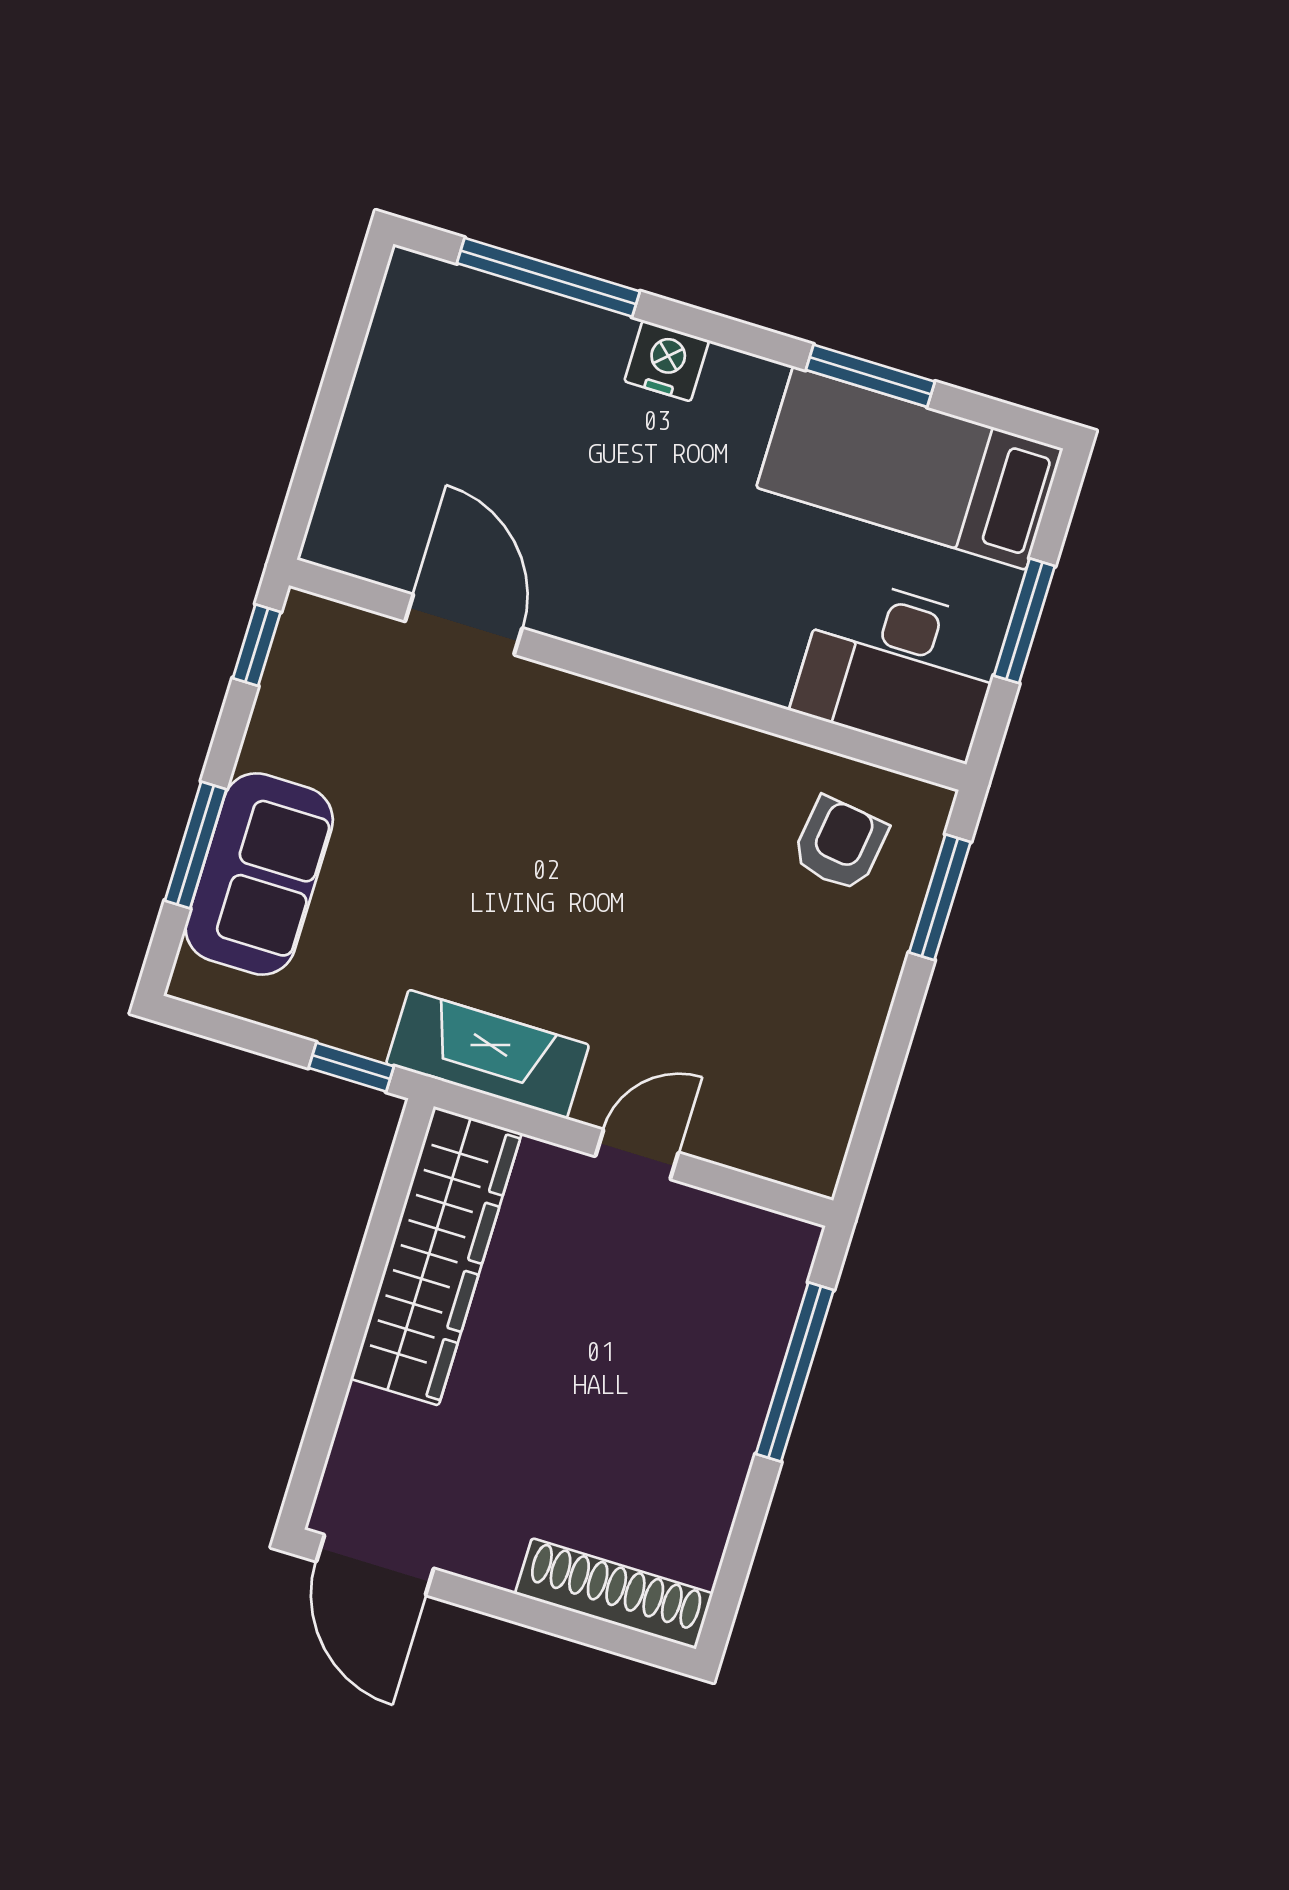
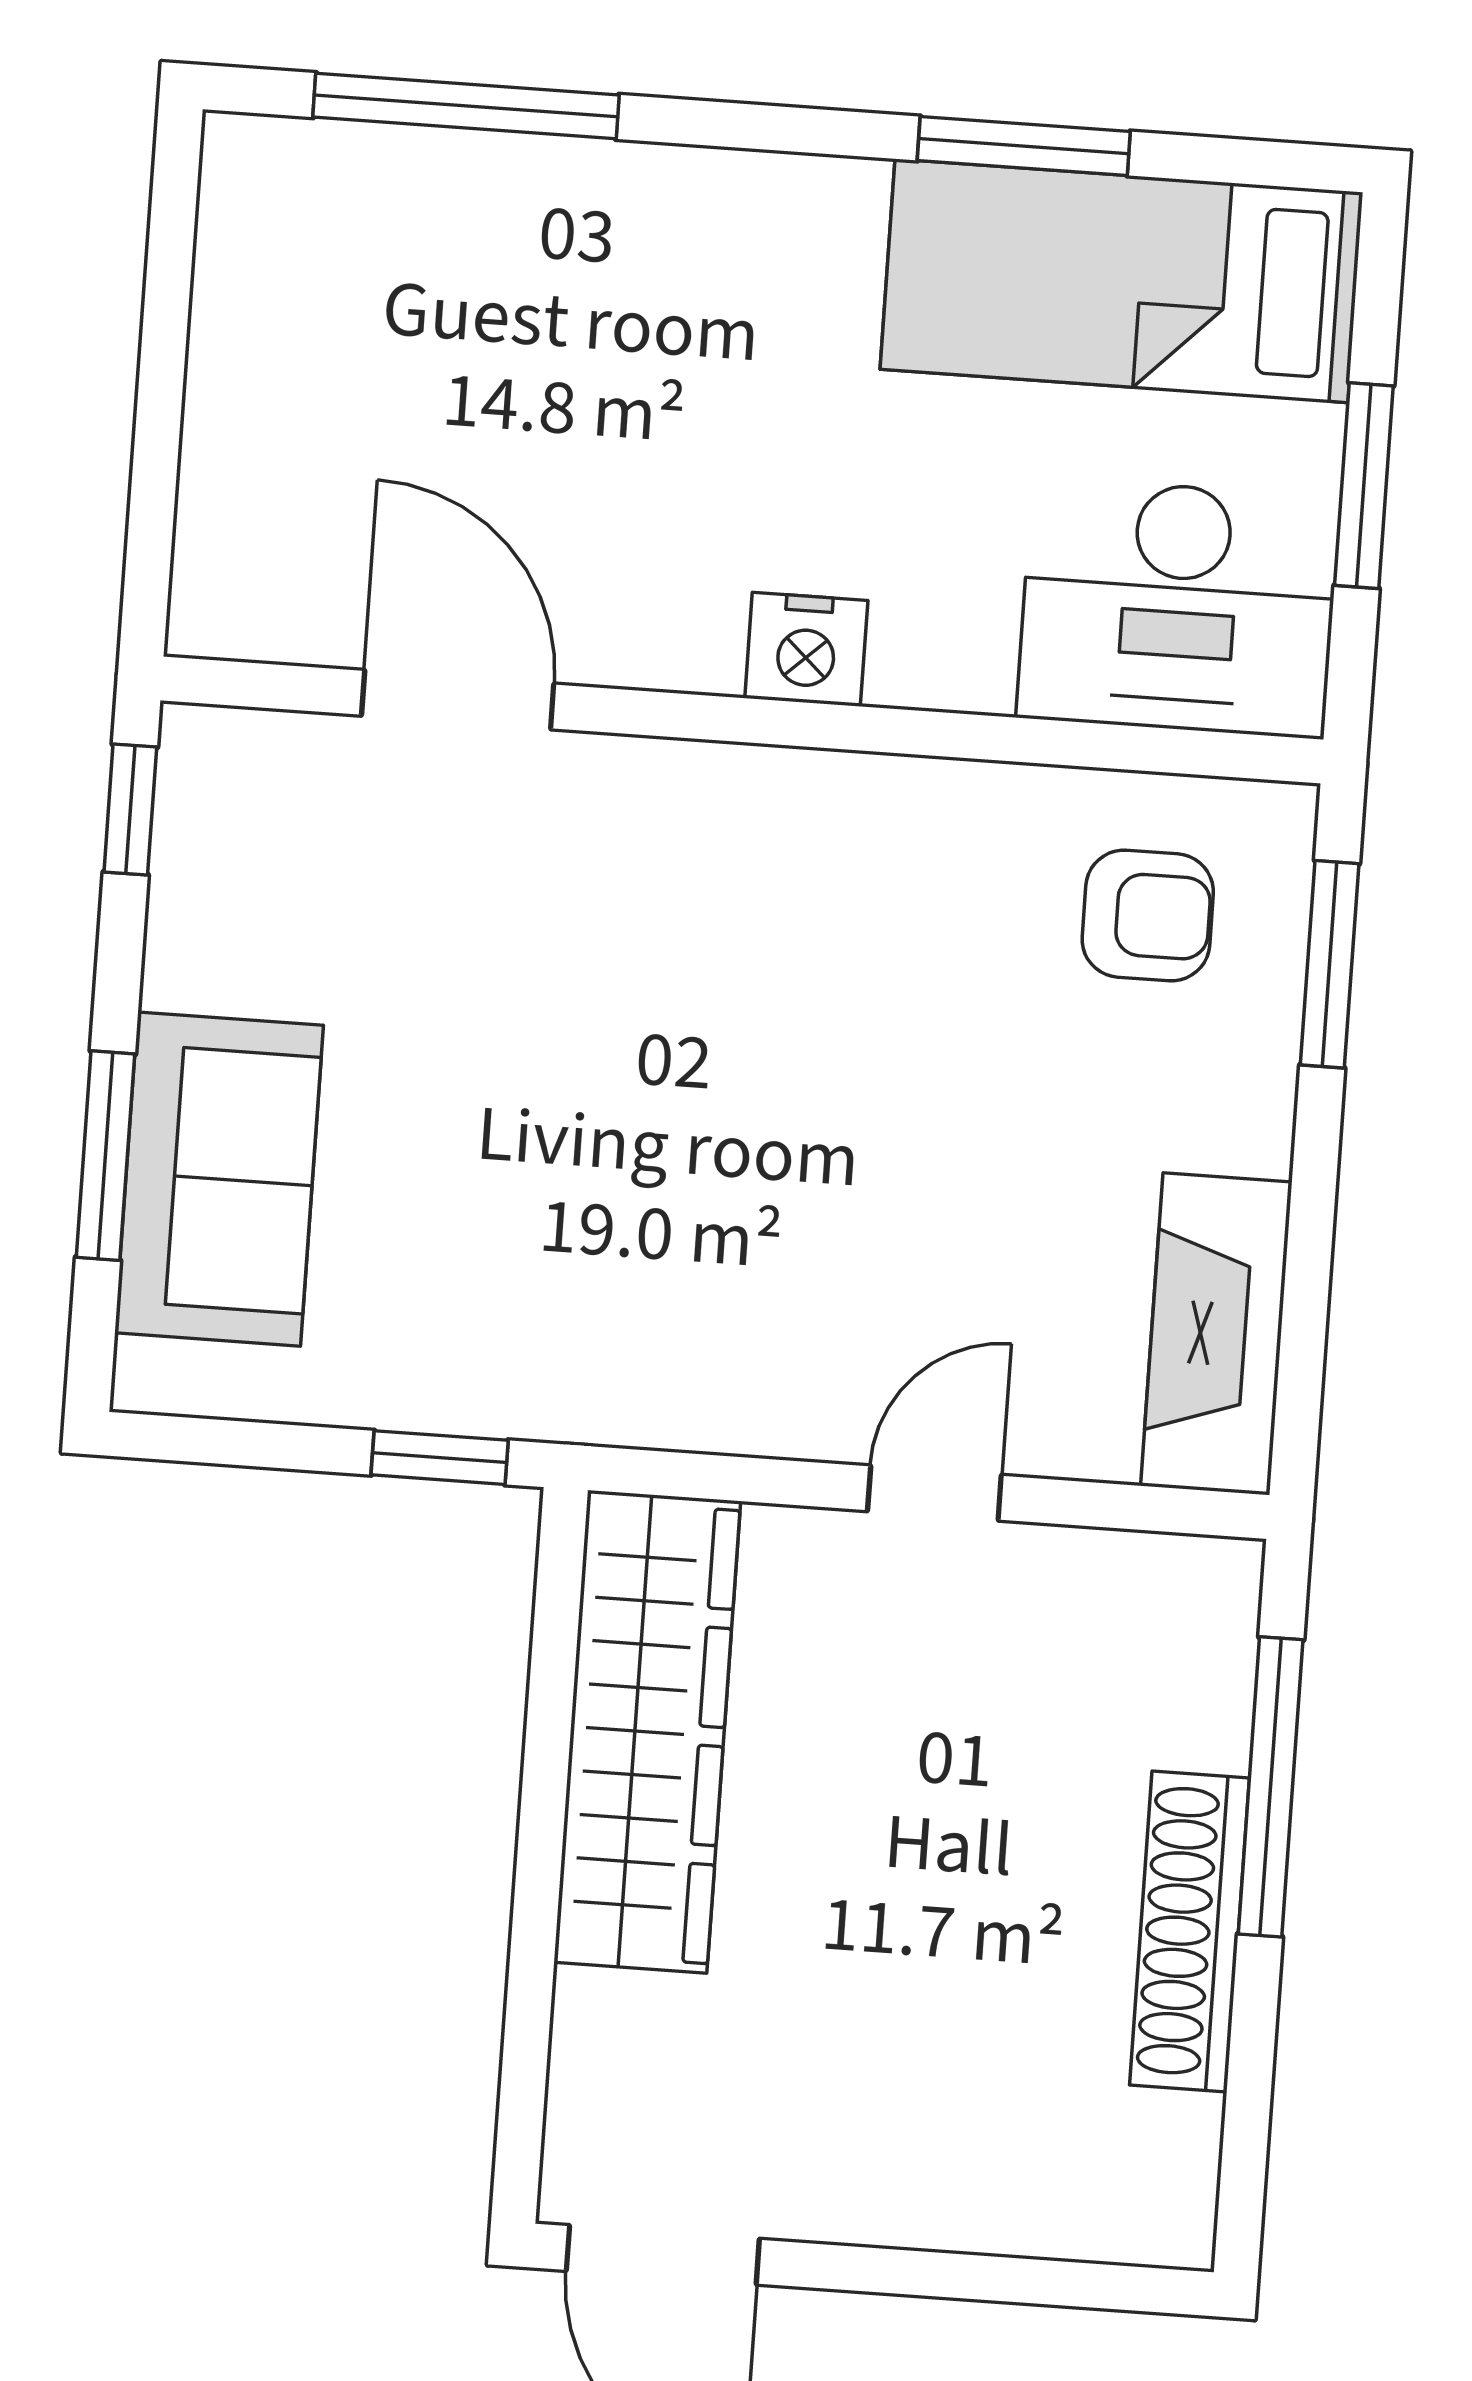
nightstand: (667, 361) -> (806, 649), moved, turned 180
armchair: (840, 844) -> (1148, 916), turned 82
fireplace: (488, 1054) -> (1216, 1334), moved, turned -90
shoe rack: (614, 1594) -> (1189, 1932), moved, turned -90

